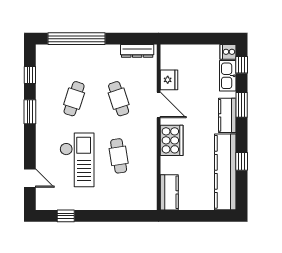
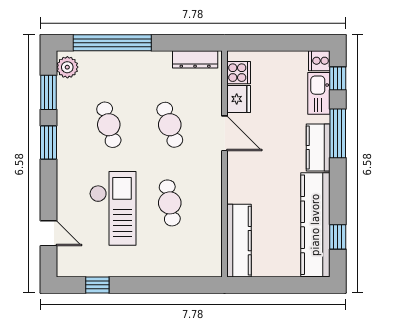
plant: (44, 57) -> (67, 67), added
window: (30, 75) -> (49, 92), width x1.50
cafe table: (74, 99) -> (109, 125), turned -33
window: (242, 105) -> (338, 133), width x1.44
cooker: (172, 140) -> (239, 73), moved, width x0.53, depth x0.76
window: (242, 161) -> (338, 237), moved
kitchen counter: (169, 192) -> (239, 241), width x1.50

